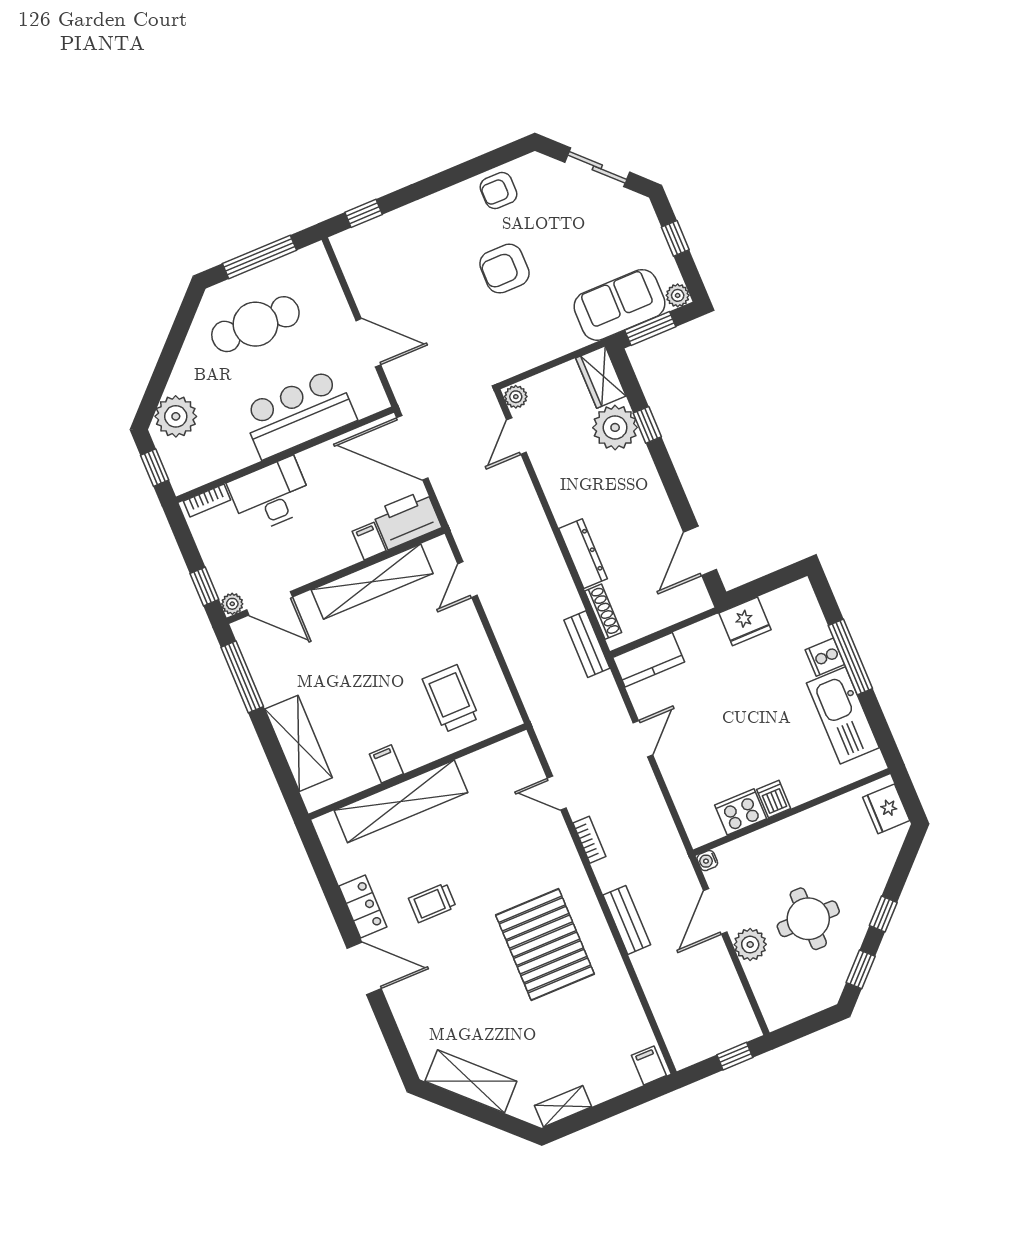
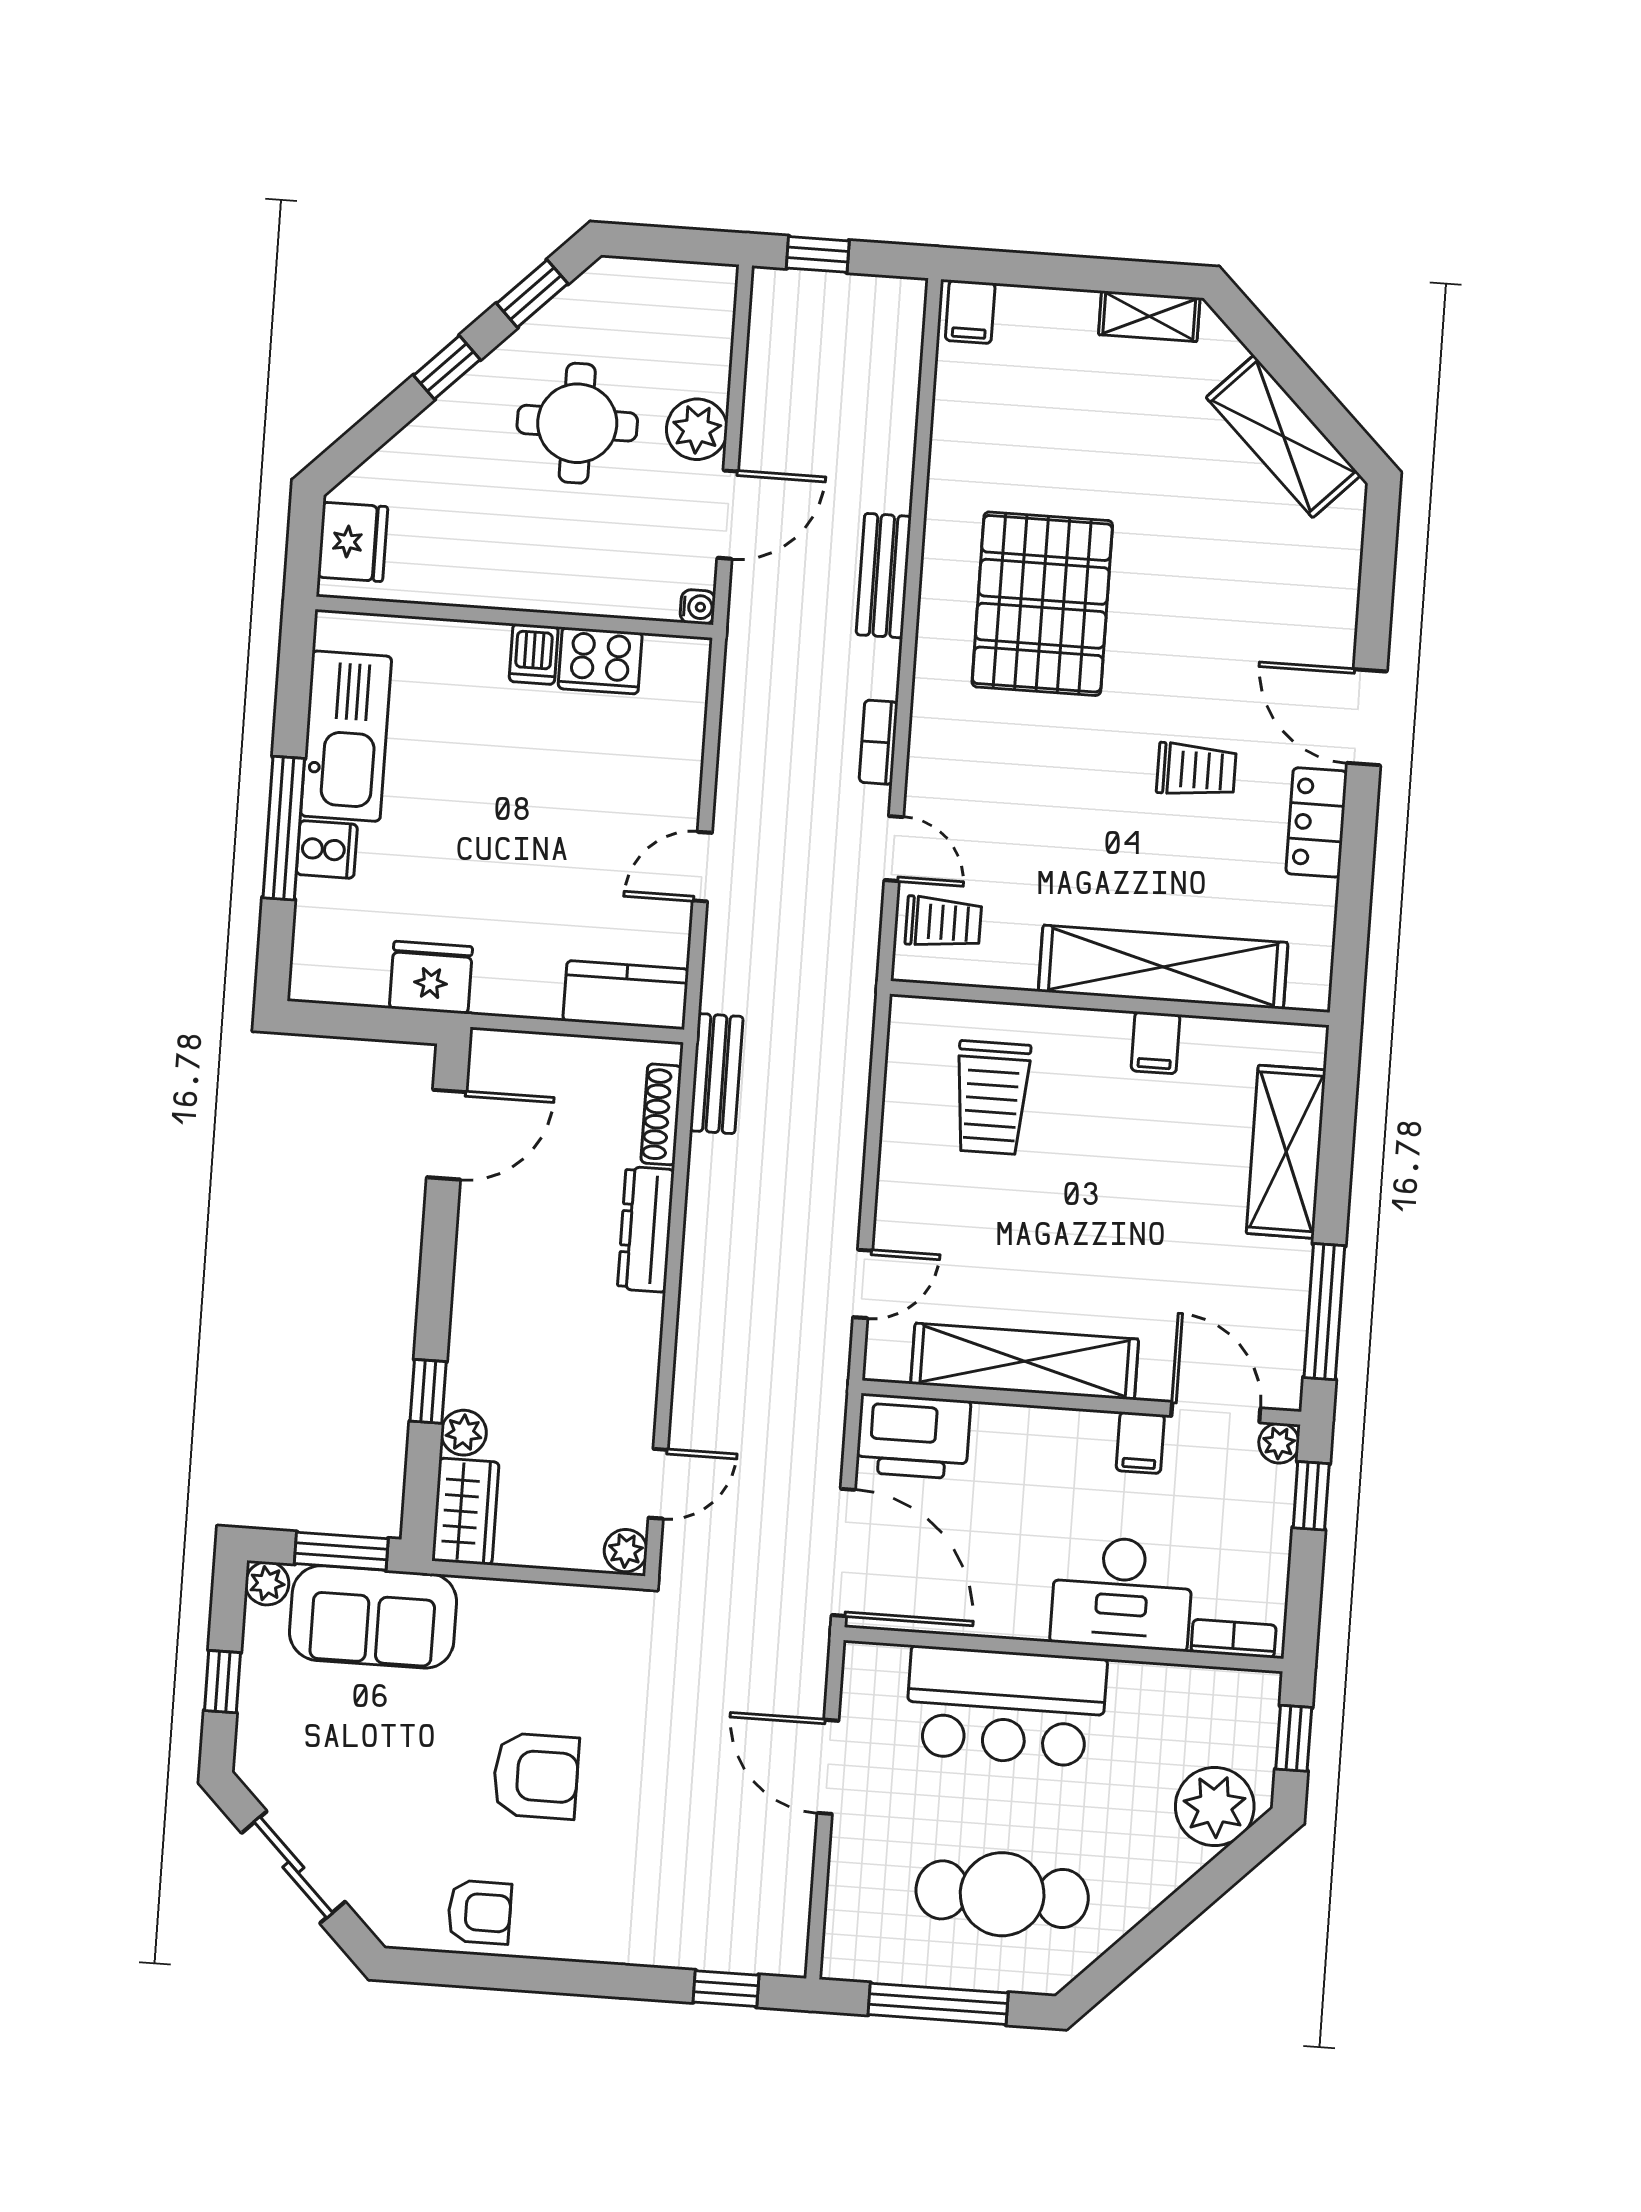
plant: (615, 427) -> (464, 1433), width x0.53, depth x0.53
filing cabinet: (369, 541) -> (1140, 1443), moved
trolley: (516, 770) -> (943, 922), added

